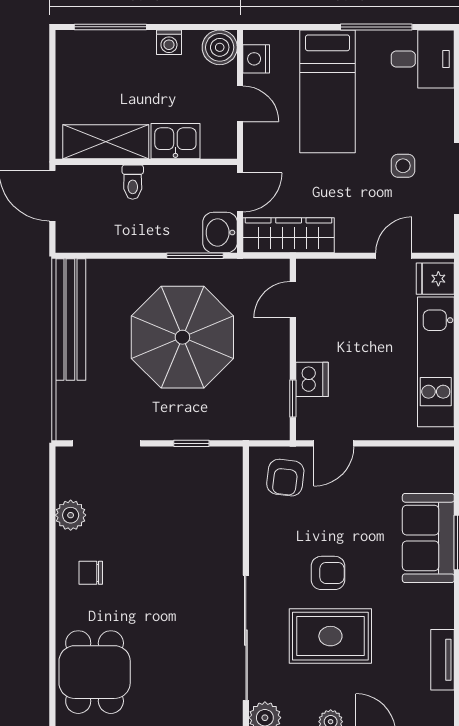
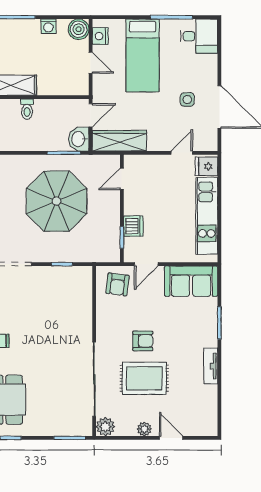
kitchen sink: (175, 141) -> (52, 85), removed
sofa: (428, 538) -> (191, 281), moved, turned -90
tv unit: (443, 660) -> (211, 366), moved

